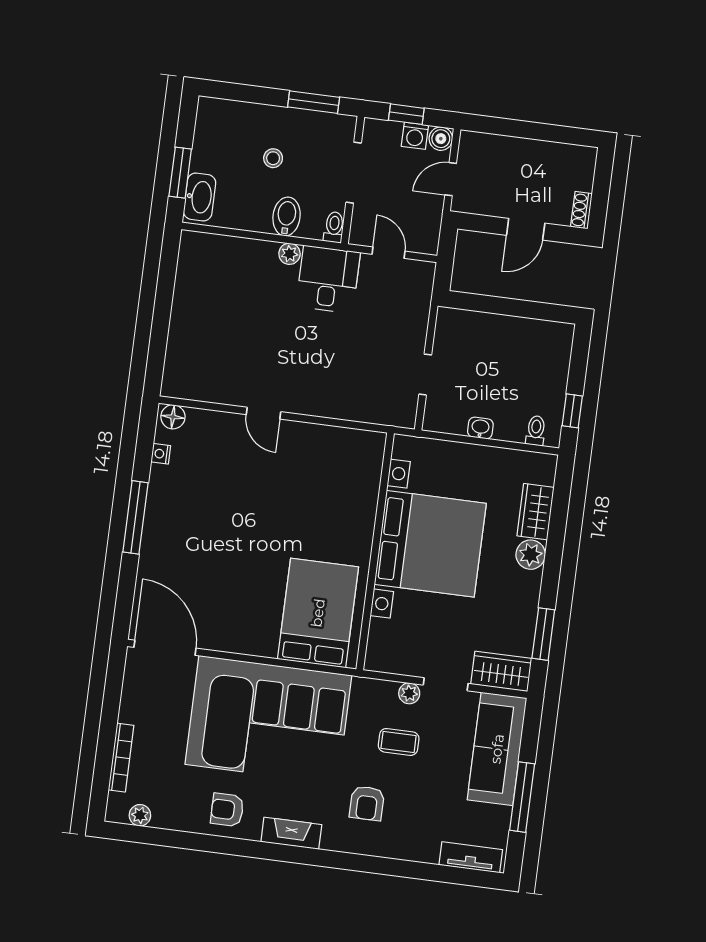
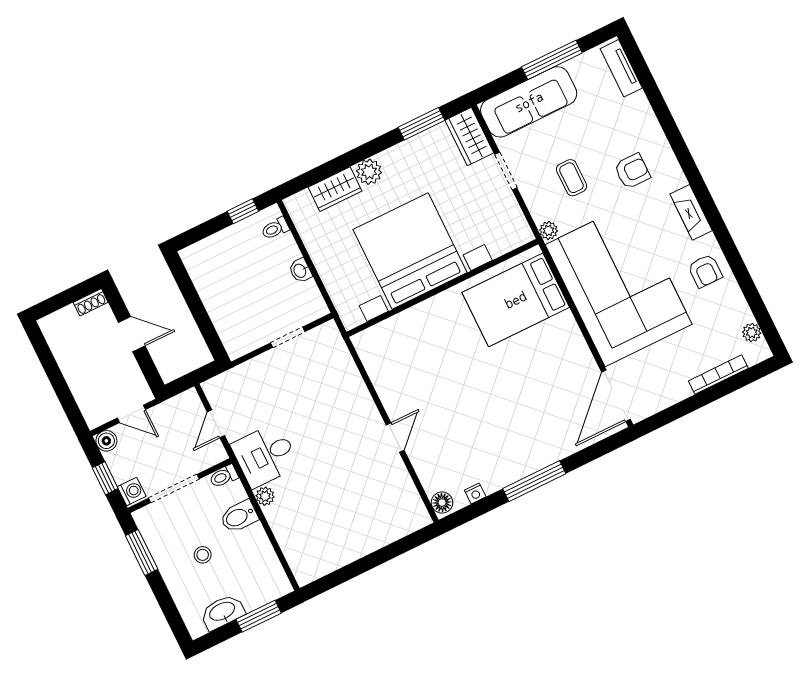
washing machine: (415, 136) -> (132, 491), moved
washbasin: (200, 197) -> (222, 612), moved
plant: (409, 693) -> (549, 230), moved

